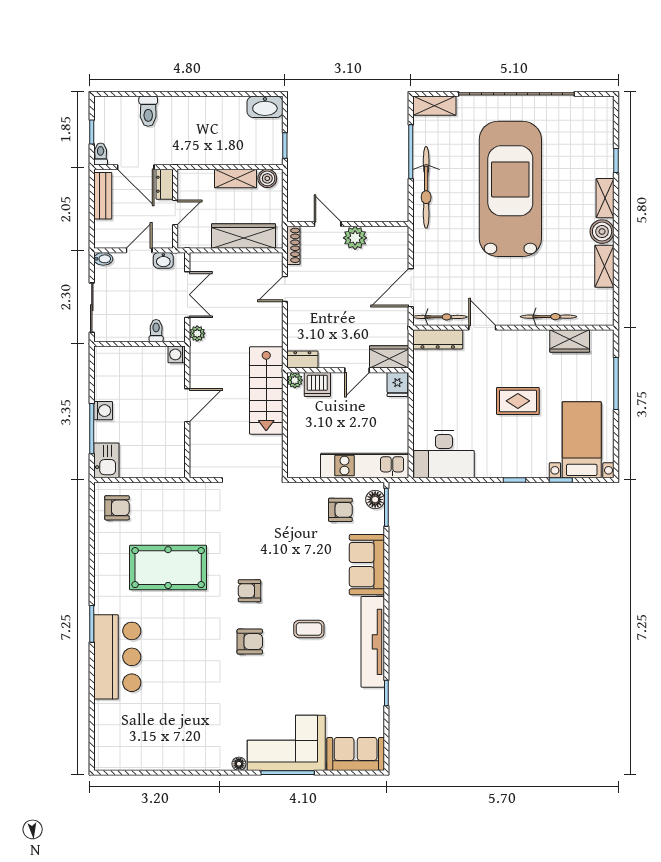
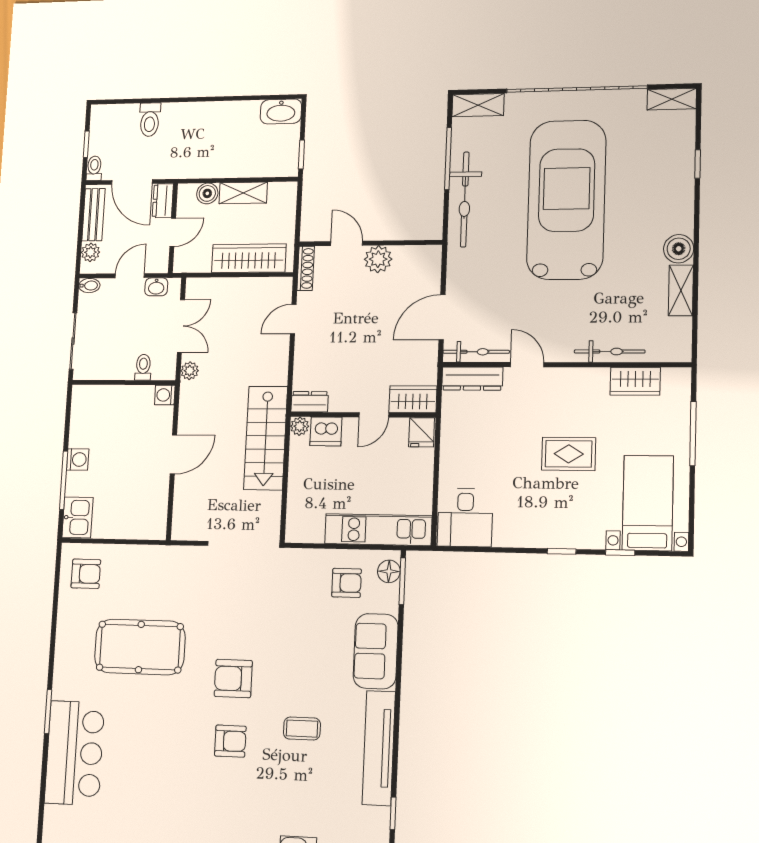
boiler: (267, 178) -> (207, 193), moved
shelving: (605, 198) -> (672, 99), moved, turned 90
plant: (102, 229) -> (90, 252), added
desk: (444, 454) -> (465, 518), width x0.73
armchair: (249, 591) -> (233, 679), width x1.38, depth x1.38

